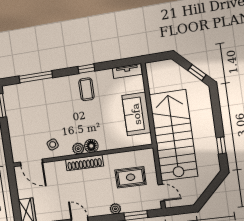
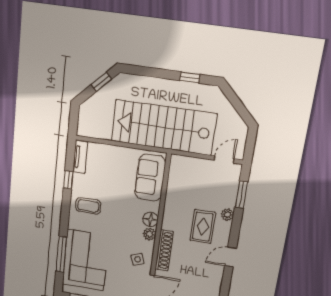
window: (86, 69) -> (68, 180), moved
corner sofa: (37, 100) -> (85, 260), added
sofa: (136, 114) -> (150, 178), moved, turned 90
shoe rack: (84, 163) -> (164, 250), moved
rug: (131, 177) -> (203, 227), moved

